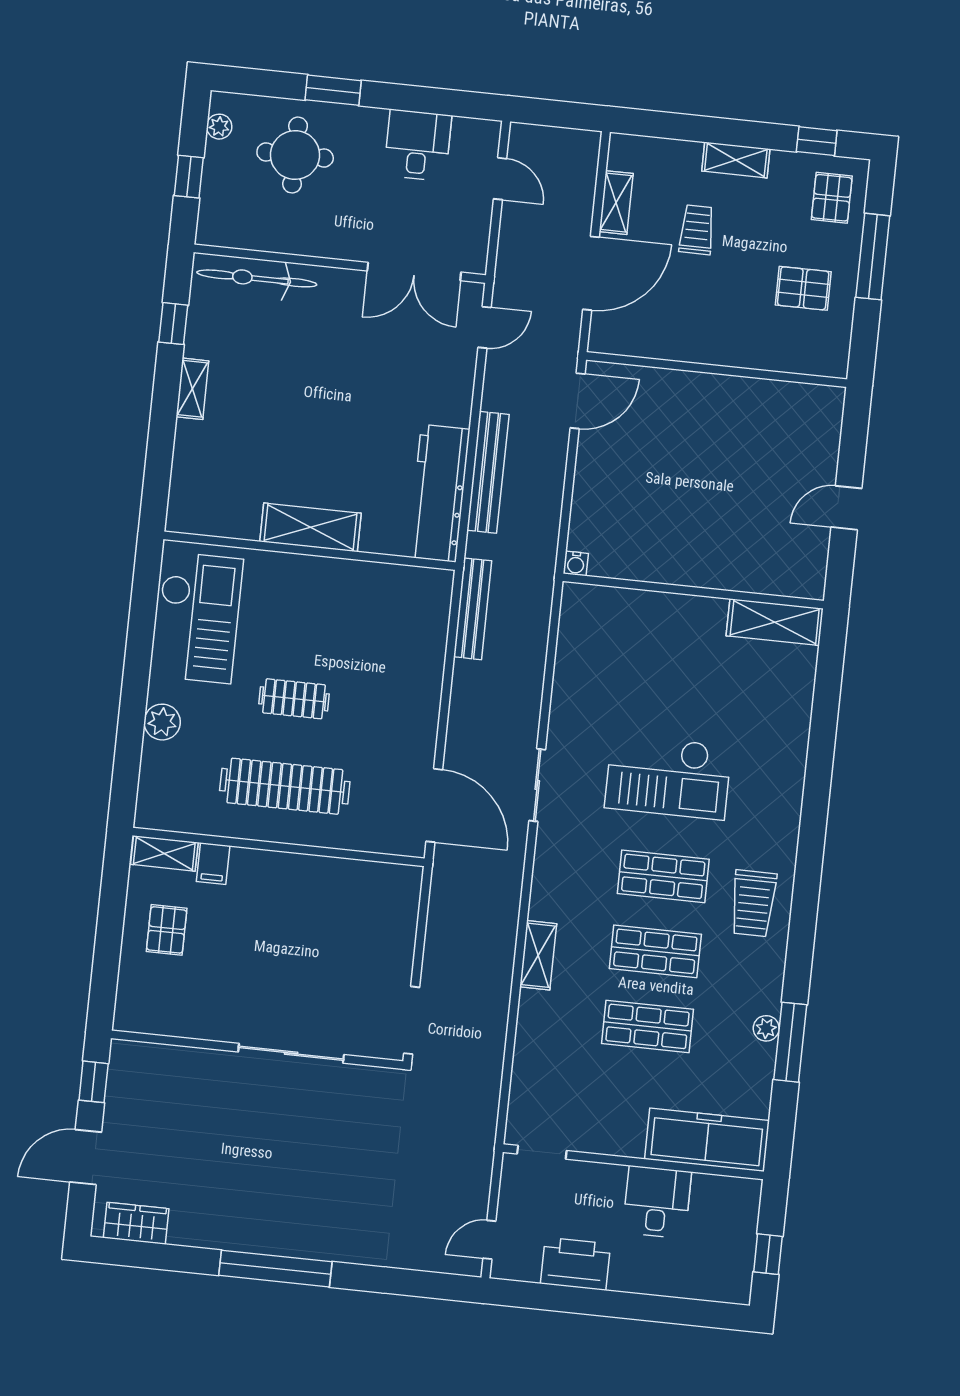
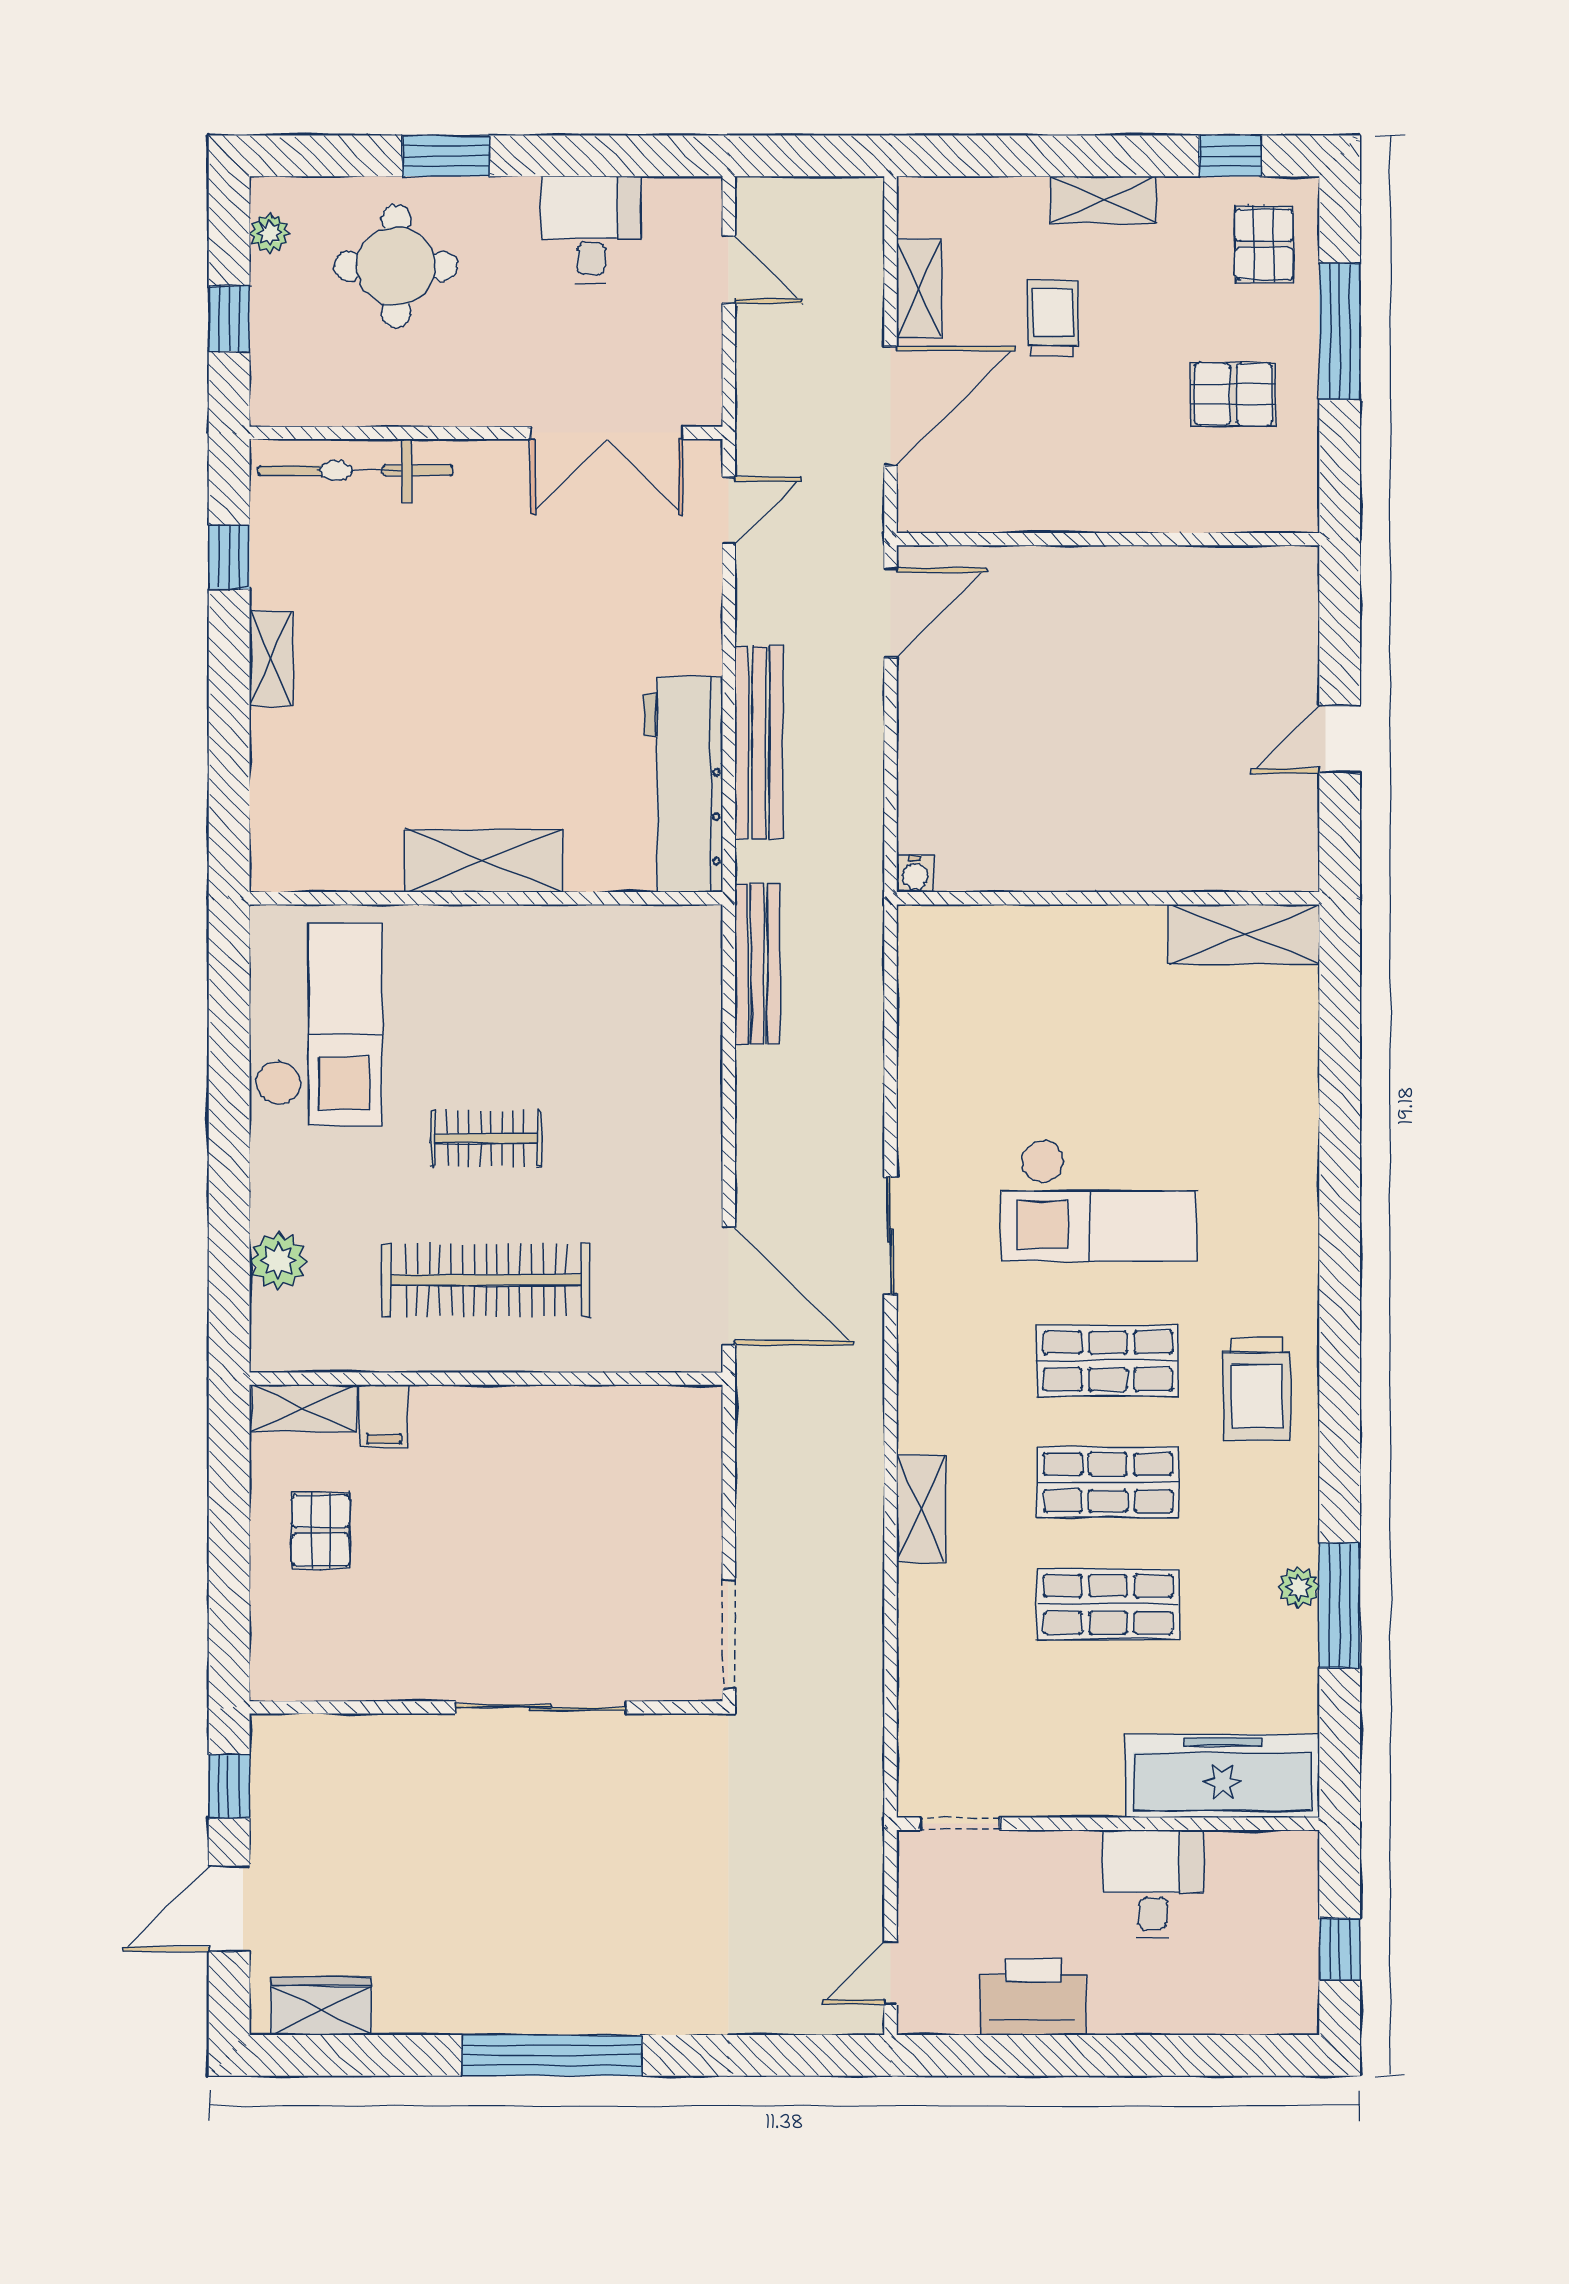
plant: (162, 722) -> (278, 1261), moved

